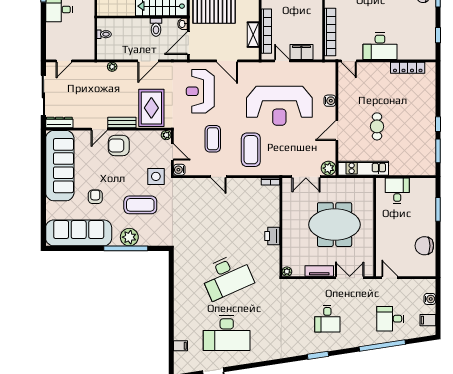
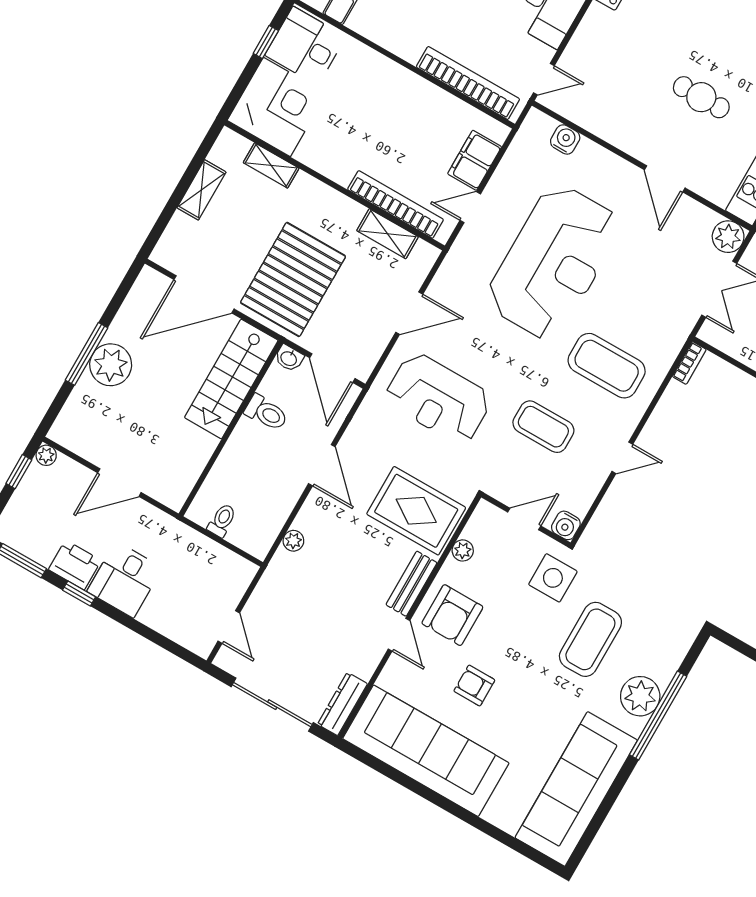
water cooler: (330, 101) -> (565, 139), moved
plant: (166, 135) -> (463, 550), moved
armchair: (95, 197) -> (474, 686), moved

